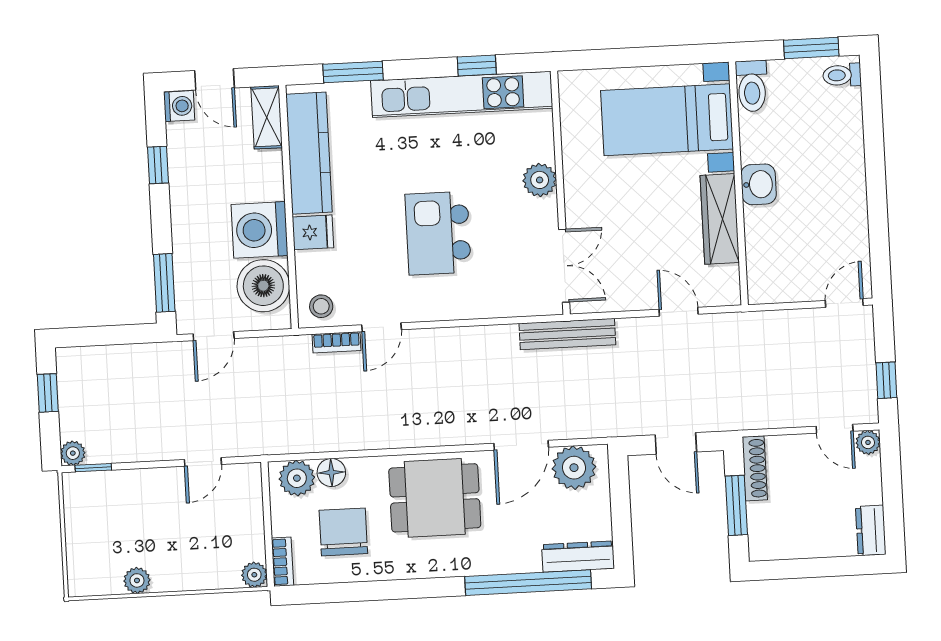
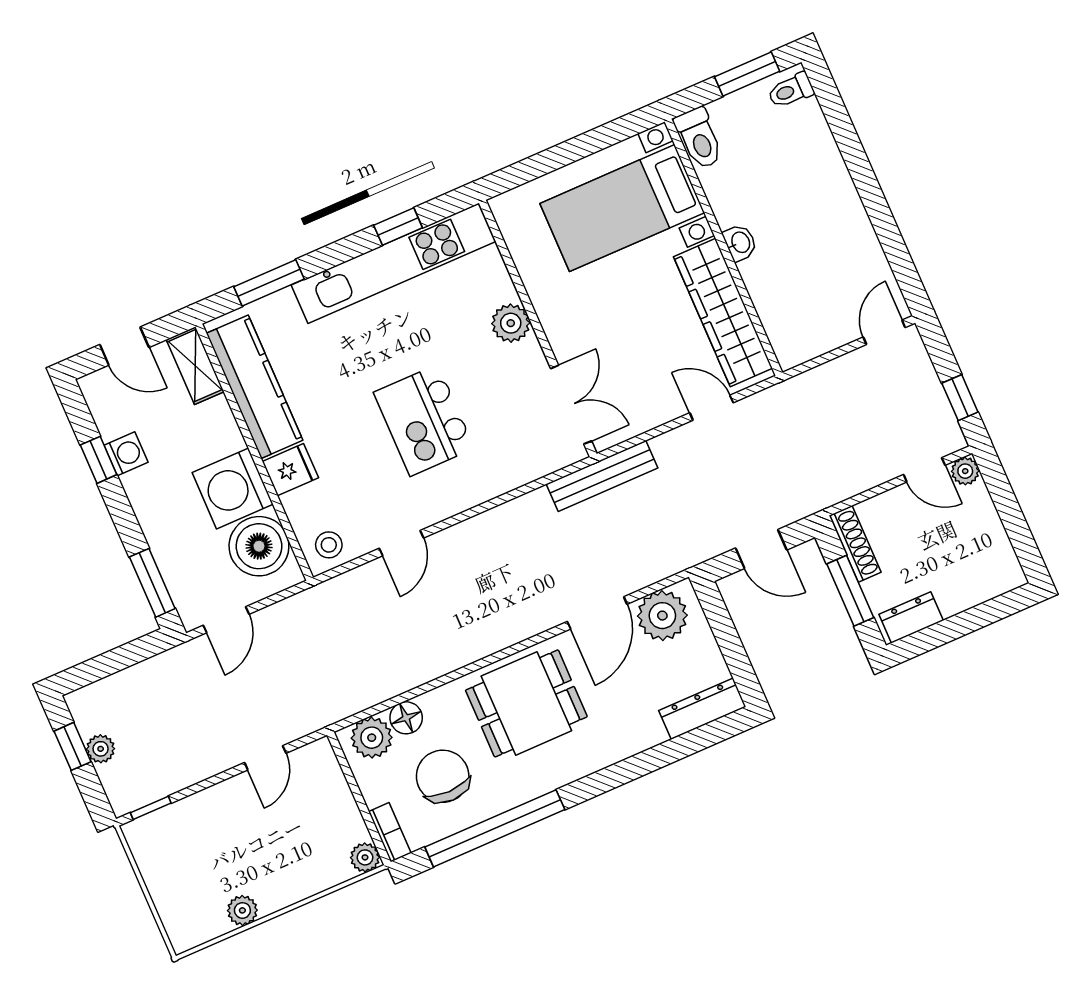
washing machine: (179, 106) -> (126, 454), moved
washbasin: (759, 184) -> (740, 243), width x0.72, depth x0.69
wardrobe: (720, 219) -> (723, 313), width x1.40, depth x1.17
bookcase: (337, 342) -> (360, 577), removed
plant: (73, 453) -> (101, 749), moved
dresser: (871, 530) -> (911, 617), moved, turned 90
window: (528, 583) -> (495, 828), moved

